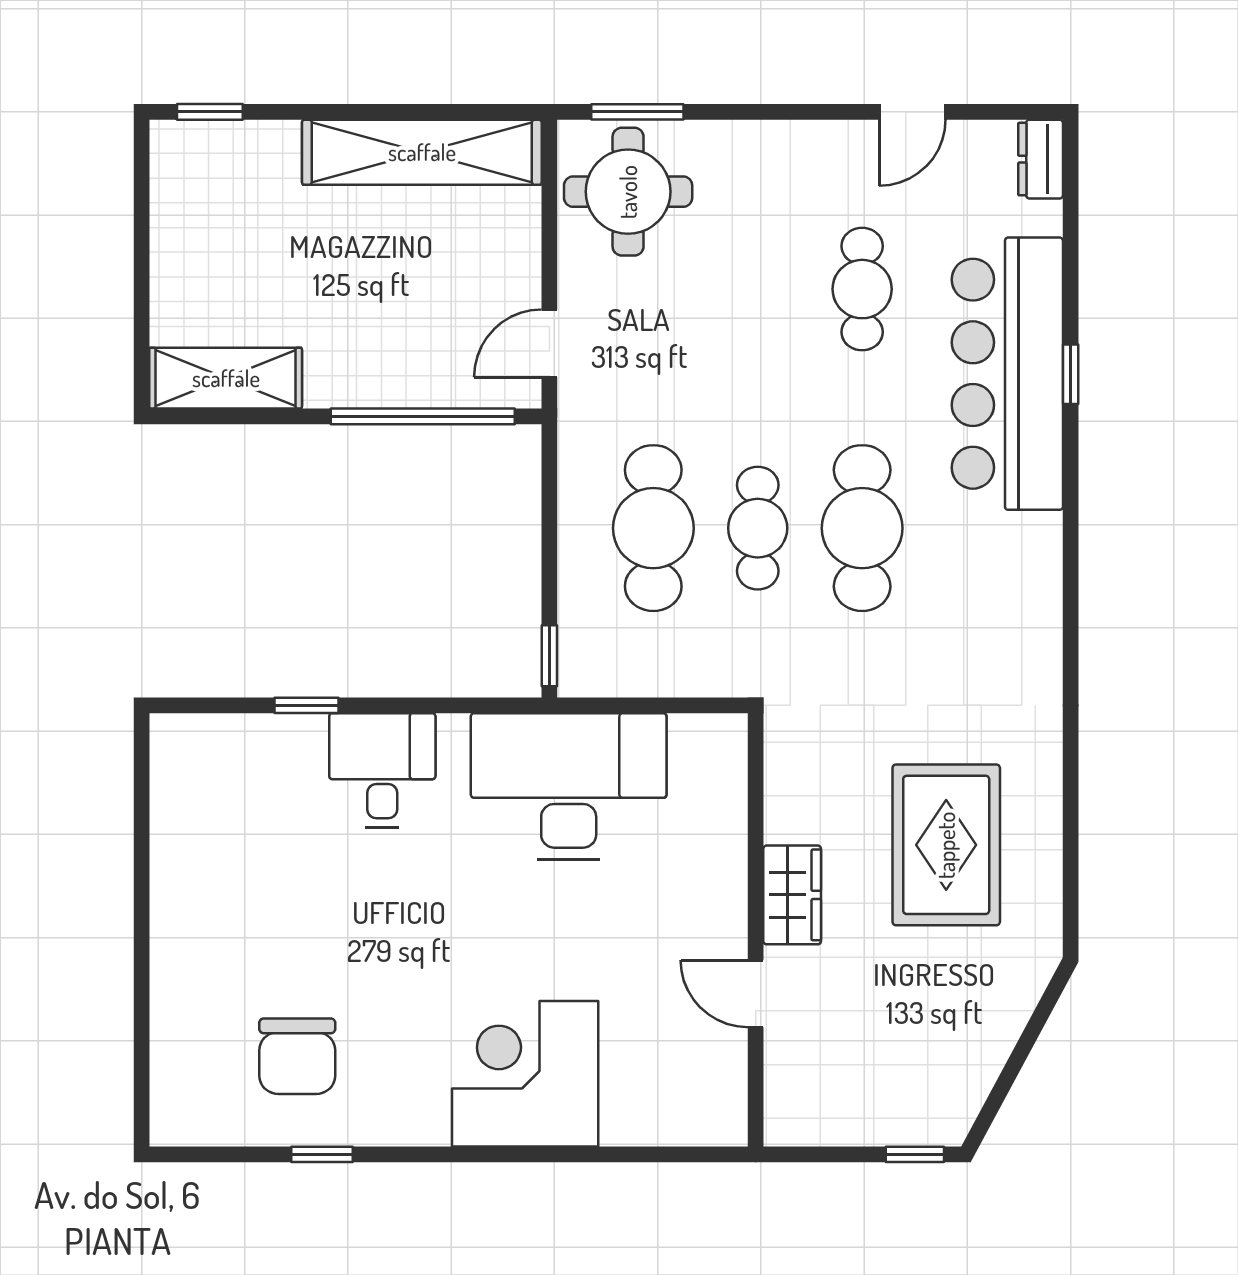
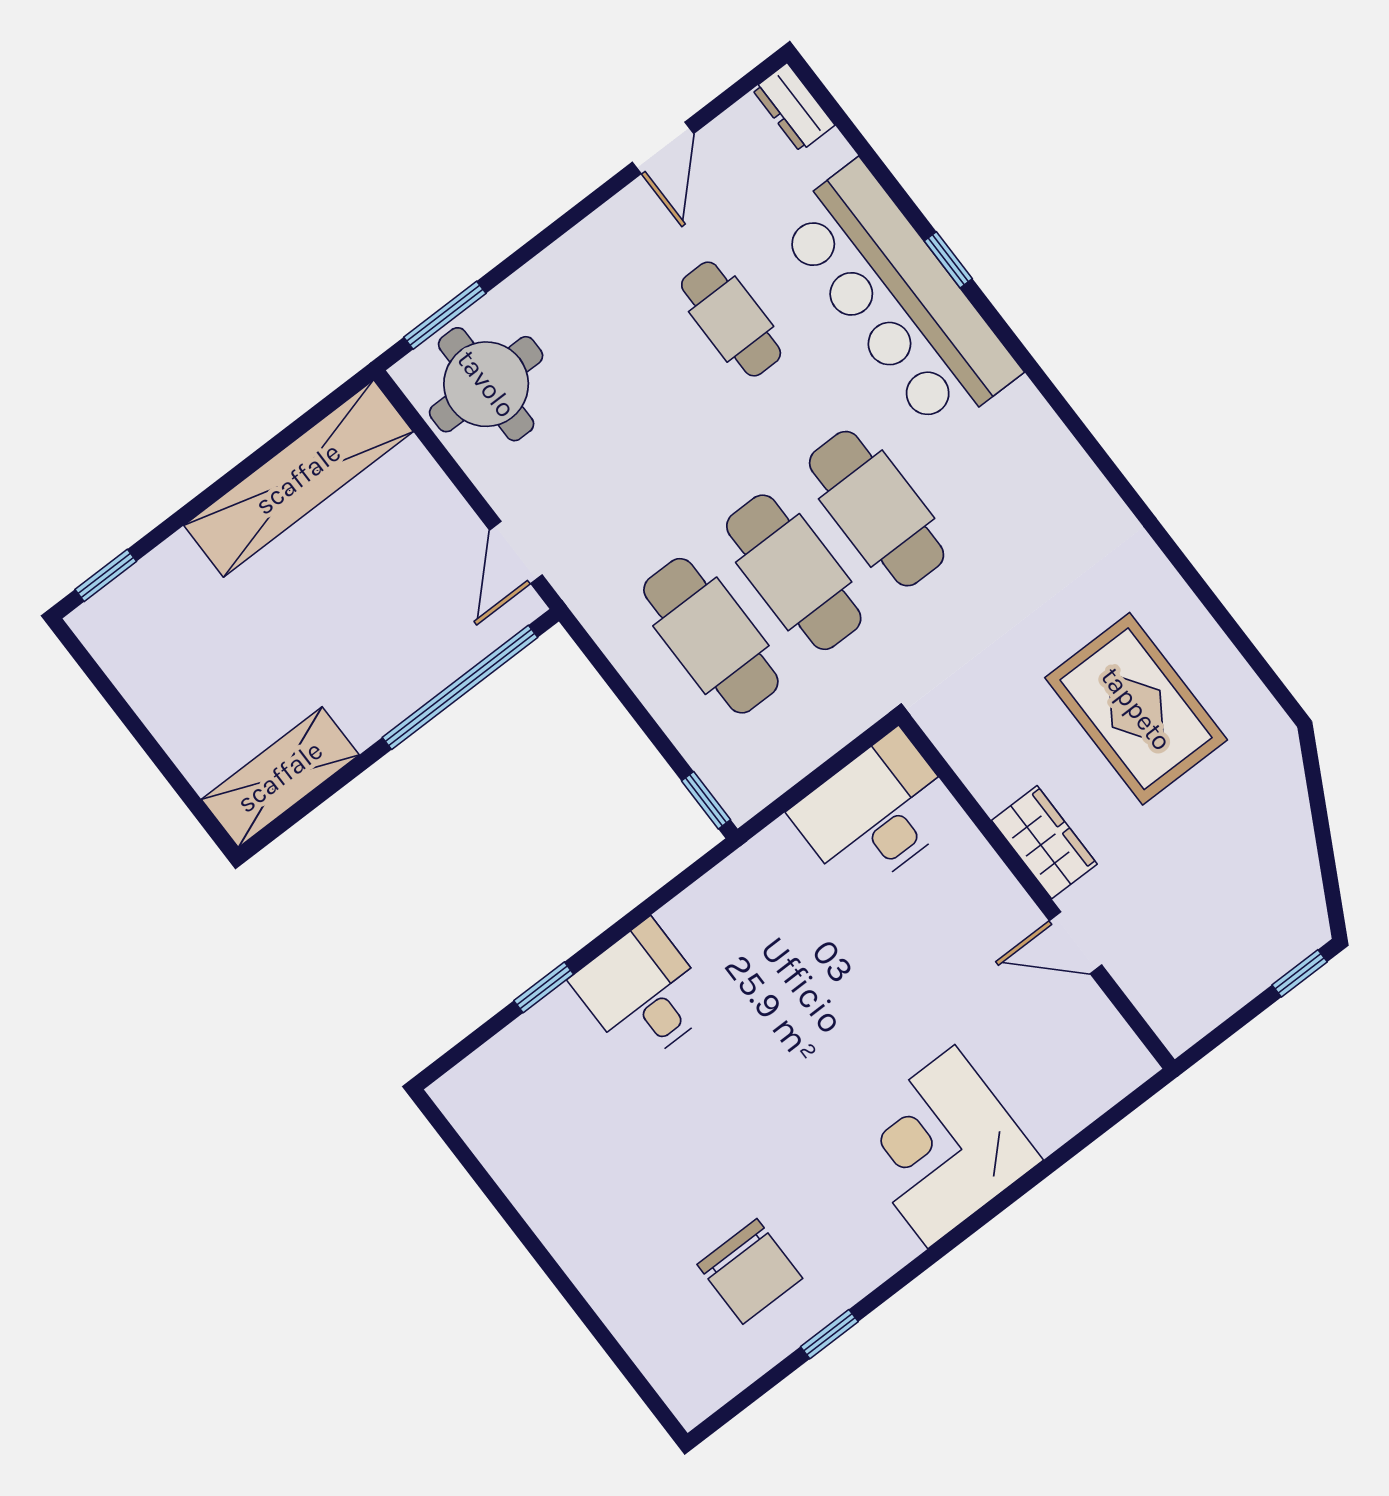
cafe table: (758, 528) -> (794, 572), width x1.37, depth x1.35
desk: (569, 786) -> (876, 813), moved, width x0.73, depth x0.77

